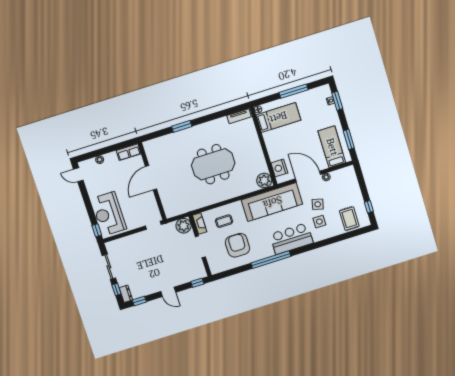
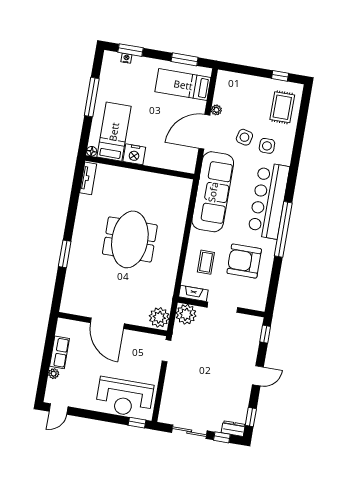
row of seats: (129, 152) -> (59, 352), moved
nightstand: (279, 168) -> (134, 154), moved
plant: (264, 180) -> (159, 317), moved
rug: (349, 219) -> (282, 107), turned 90
bar counter: (291, 239) -> (269, 200), width x1.36

